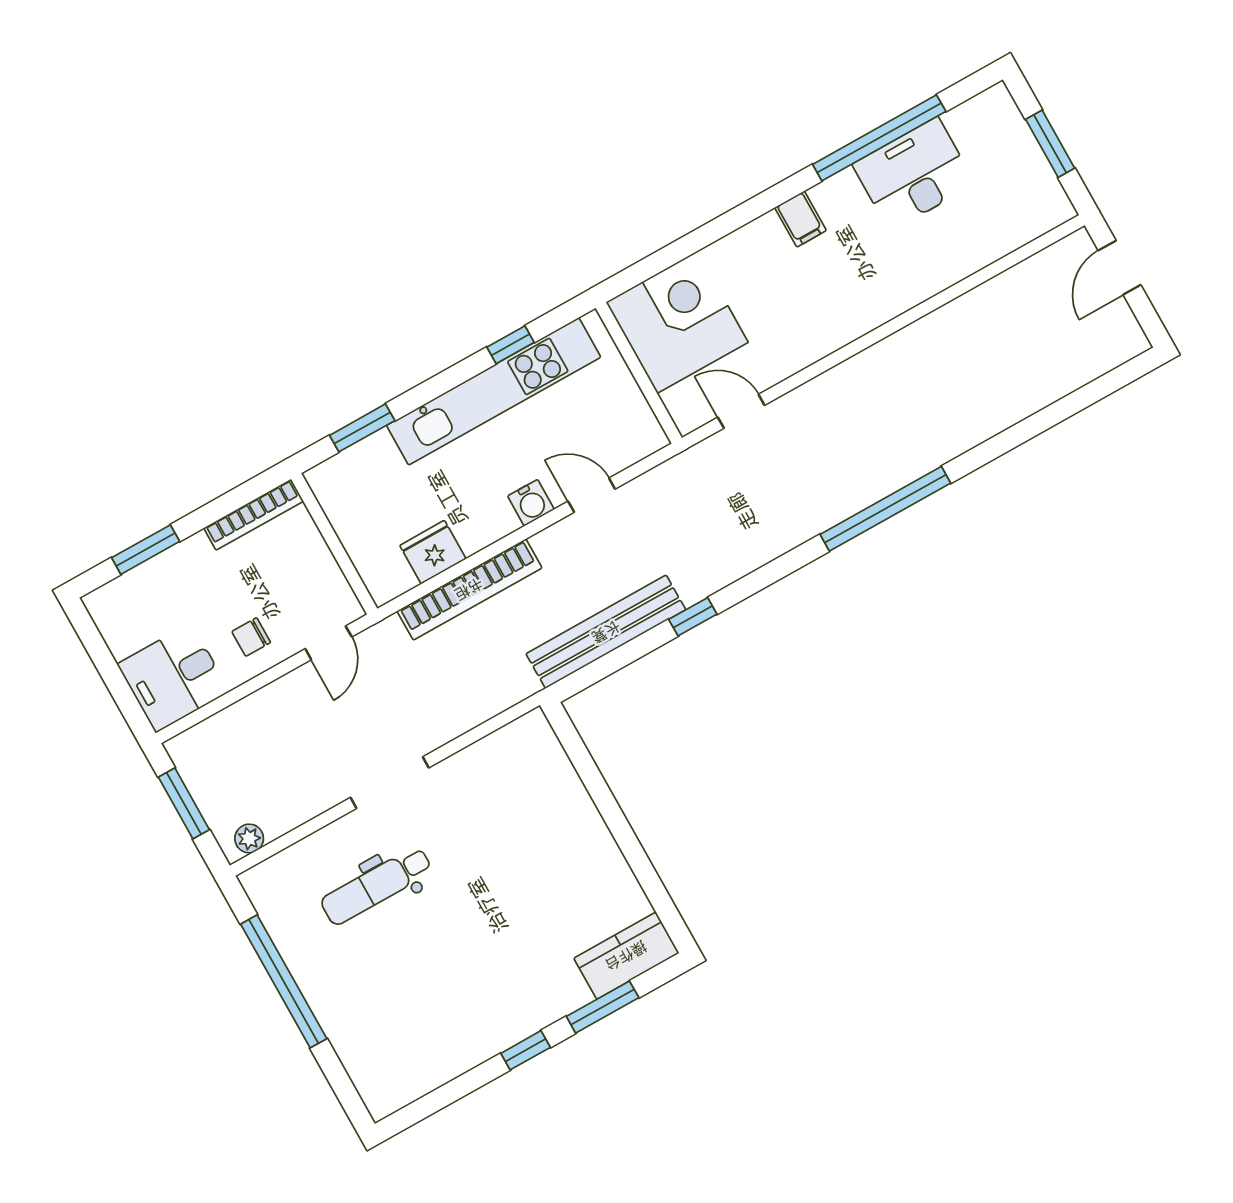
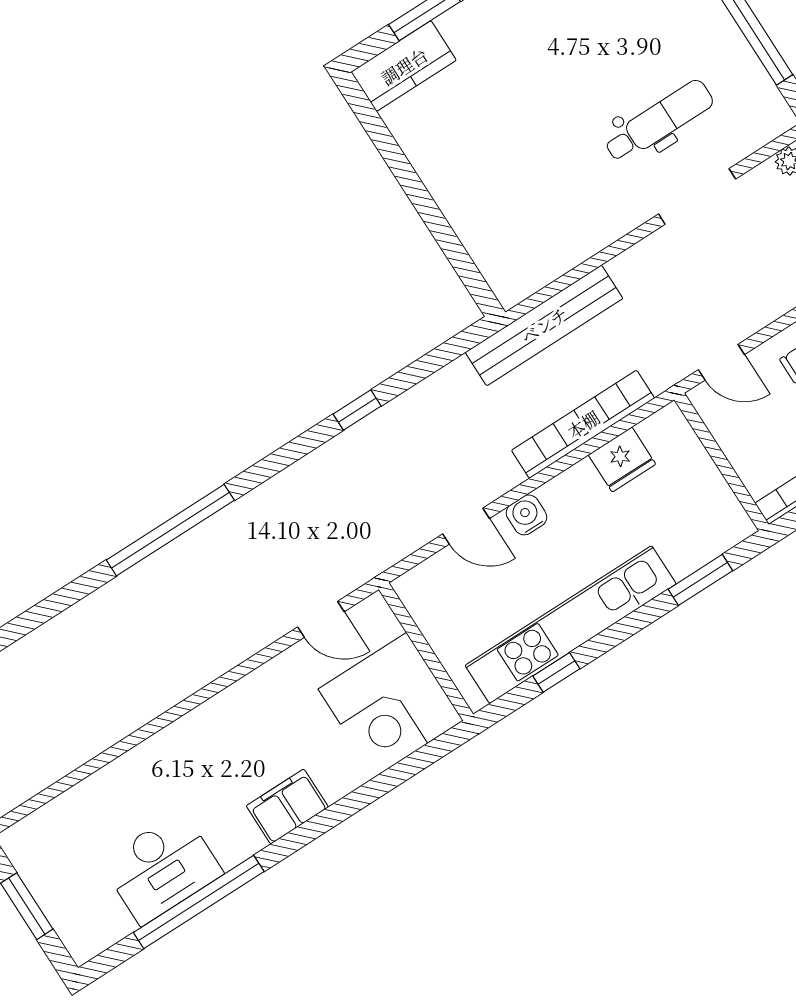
filing cabinet: (800, 219) -> (287, 807), width x2.00
bench: (606, 632) -> (544, 325), moved
door: (328, 643) -> (721, 362), swing flipped
doorway: (390, 783) -> (697, 196), moved

